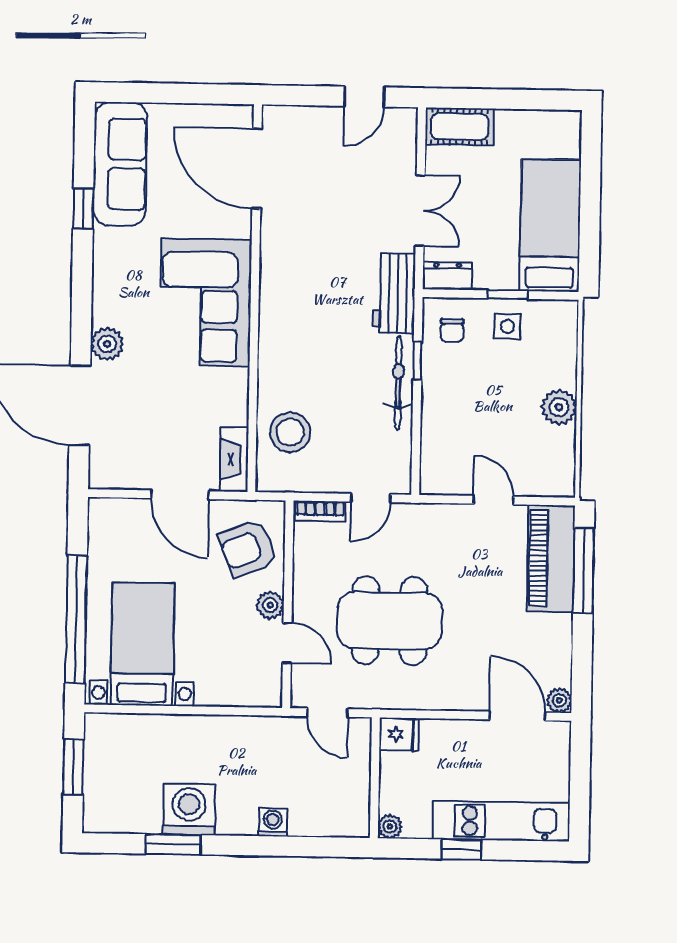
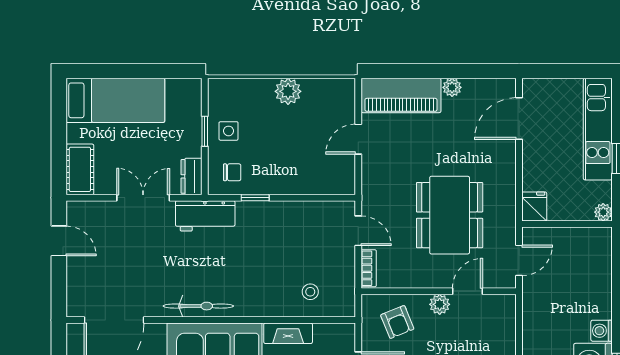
bed: (550, 225) -> (115, 100), moved, turned 180
bicycle: (398, 383) -> (198, 306), moved, turned 180
stool: (290, 432) -> (310, 292), width x0.53, depth x0.53
fireplace: (234, 459) -> (288, 333), moved
armchair: (248, 548) -> (397, 322), width x0.72, depth x0.72
window: (584, 571) -> (410, 71), removed
plant: (559, 700) -> (452, 87), moved
washing machine: (273, 822) -> (602, 331), moved

